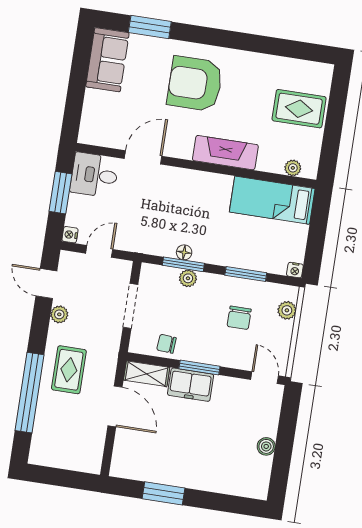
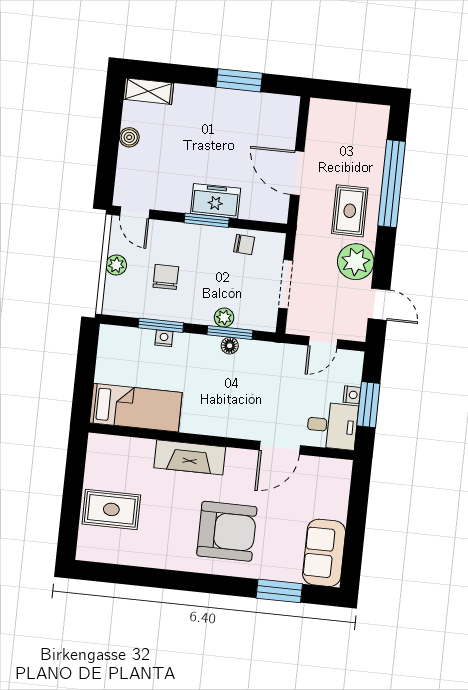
plant: (293, 168) -> (115, 444), removed
nightstand: (70, 235) -> (352, 395), moved
nightstand: (295, 270) -> (164, 338), moved
plant: (287, 310) -> (116, 265), moved
plant: (59, 314) -> (356, 262), width x1.88, depth x1.88
shelving: (147, 374) -> (148, 91), moved

